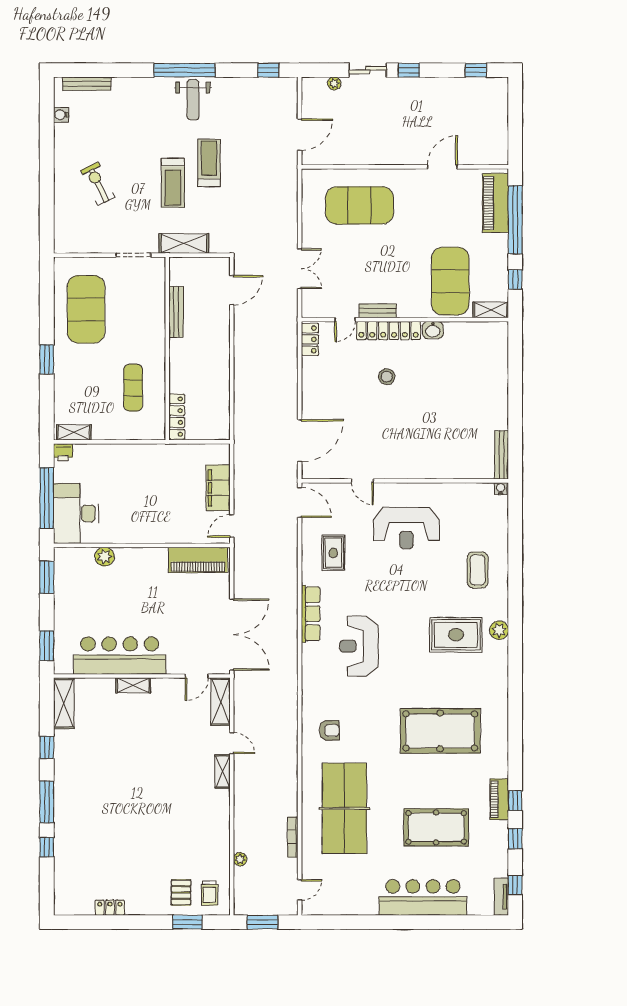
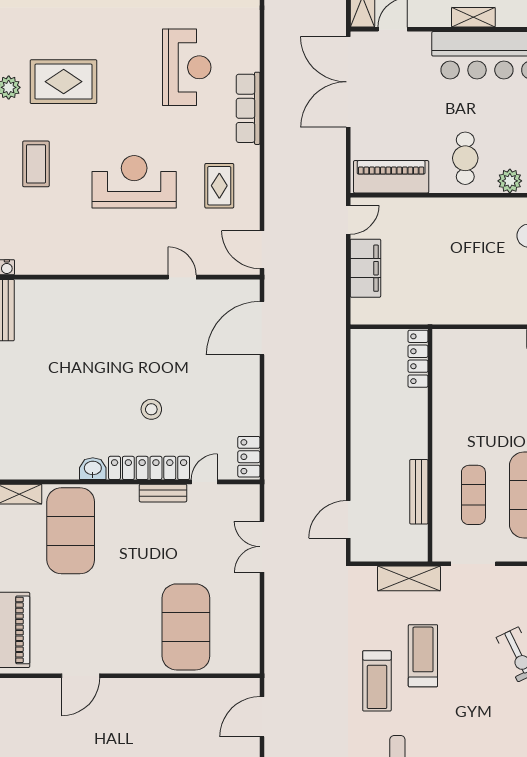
exercise mat: (359, 205) -> (186, 627), turned 90
exercise mat: (133, 388) -> (473, 495), moved
reception desk: (406, 528) -> (134, 182), moved
cafe table: (140, 574) -> (465, 158), added

